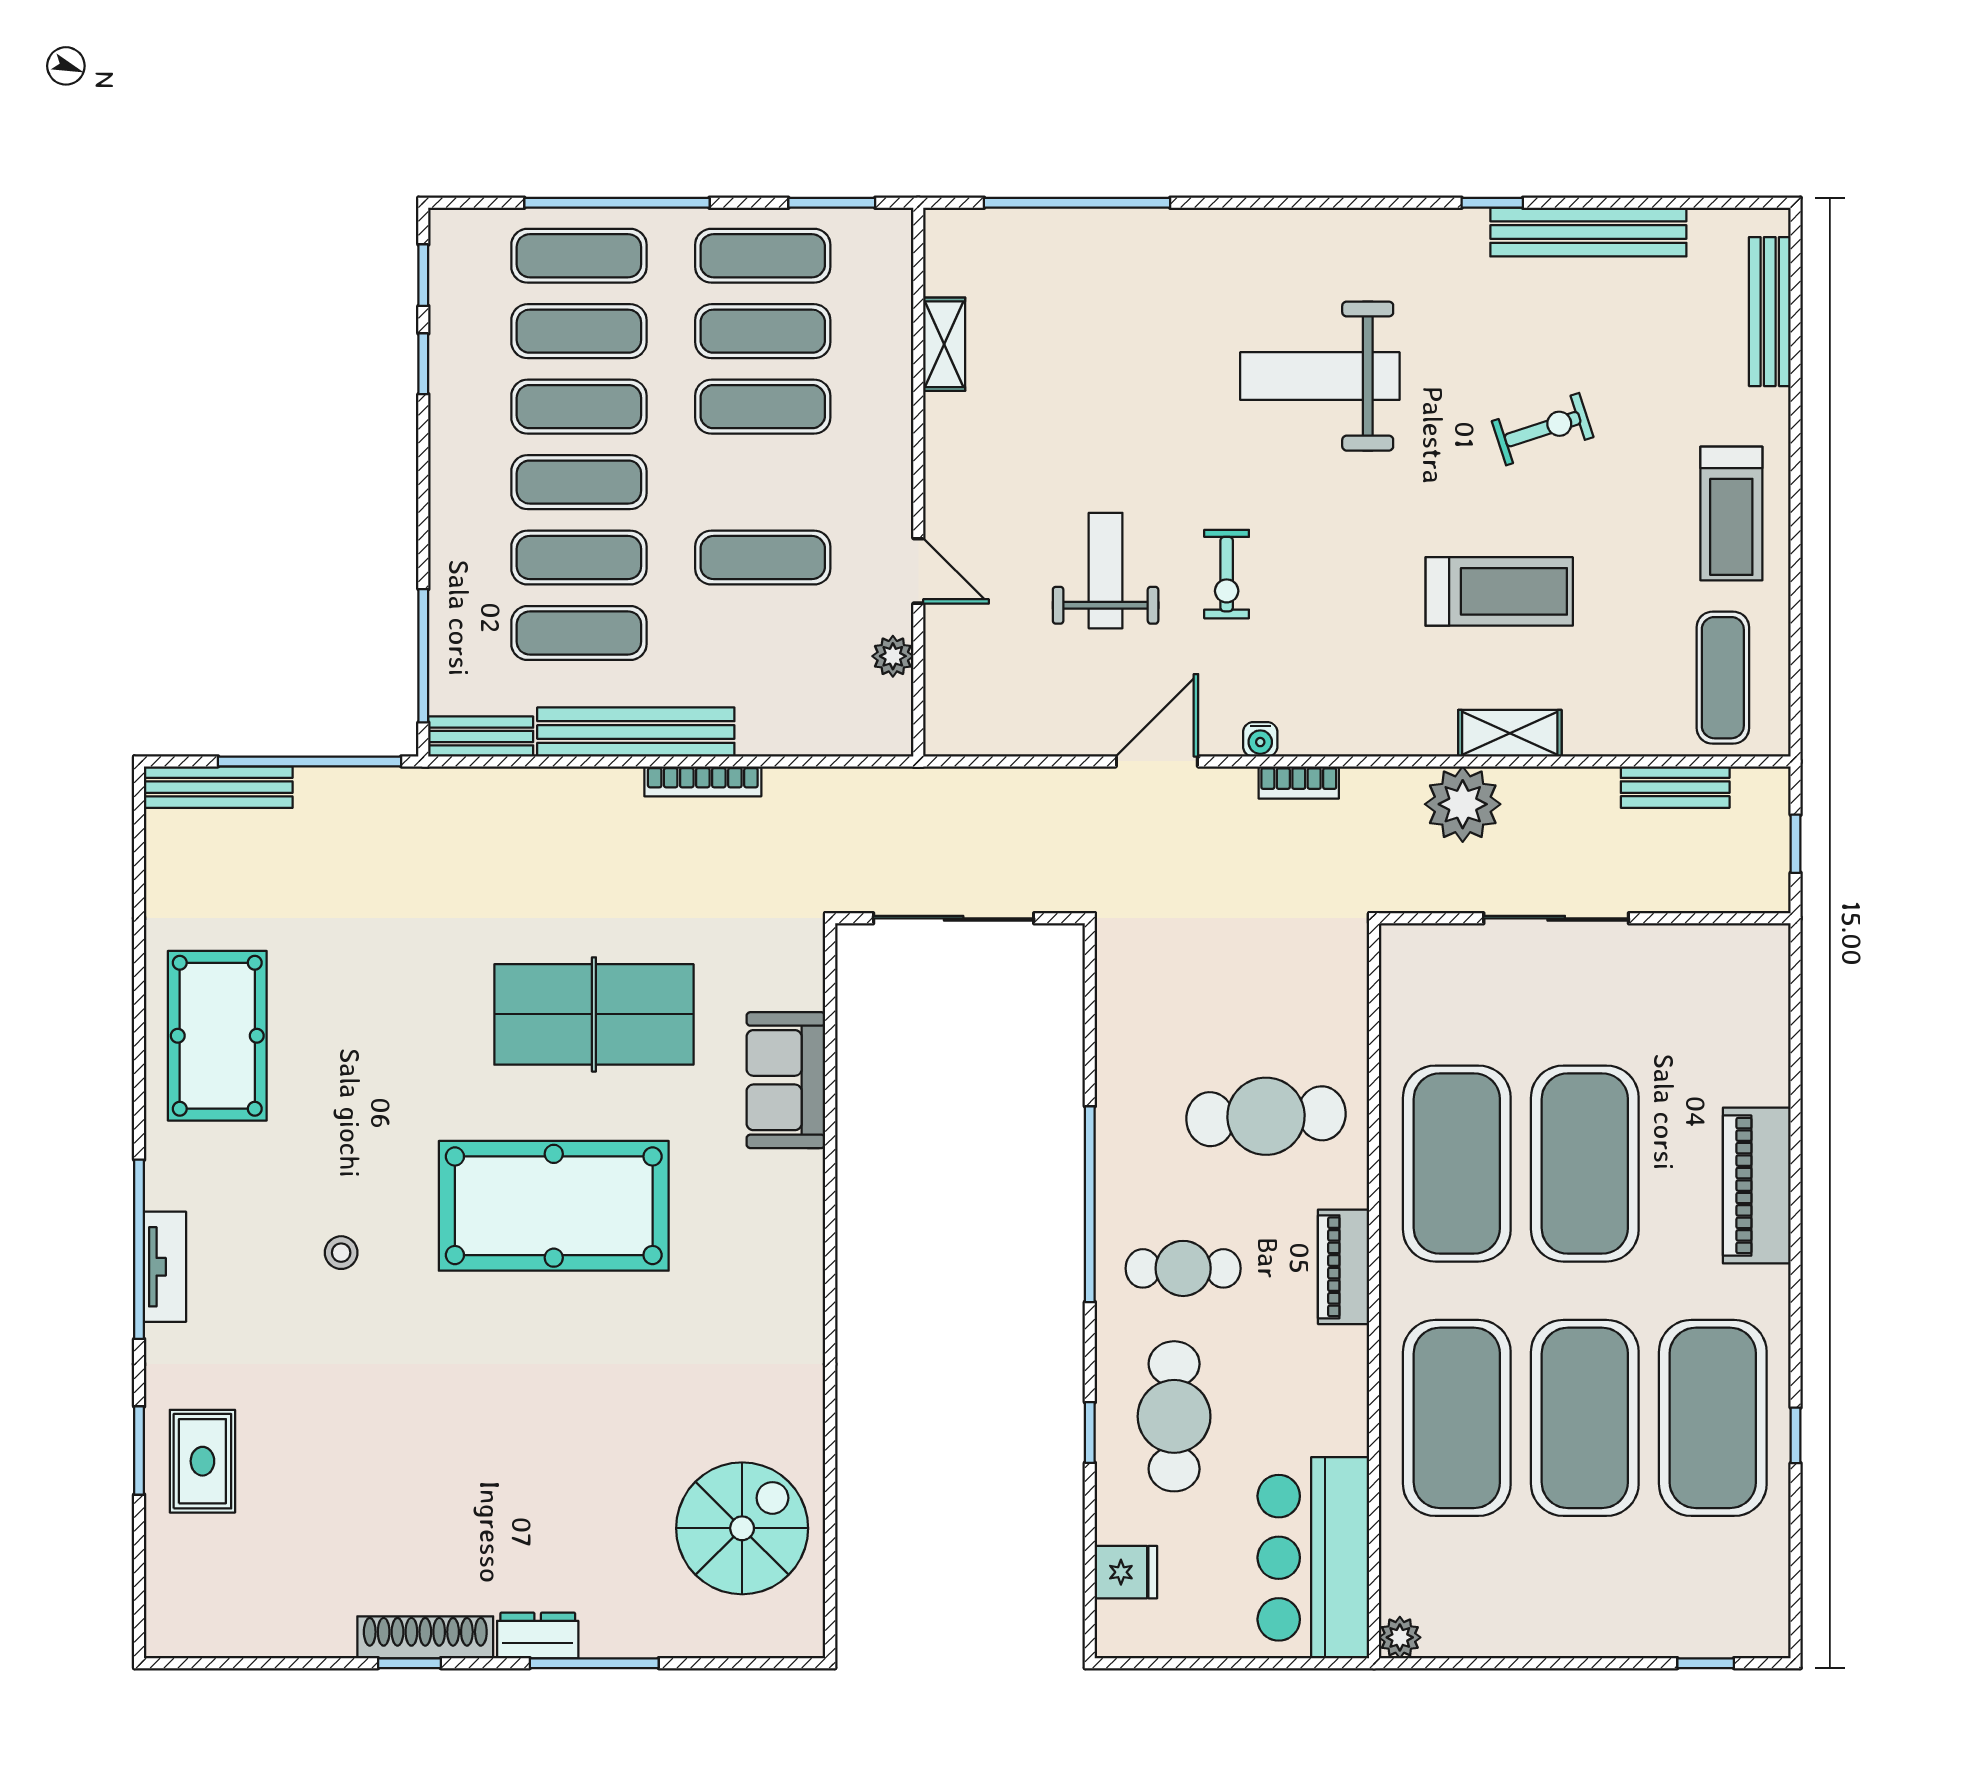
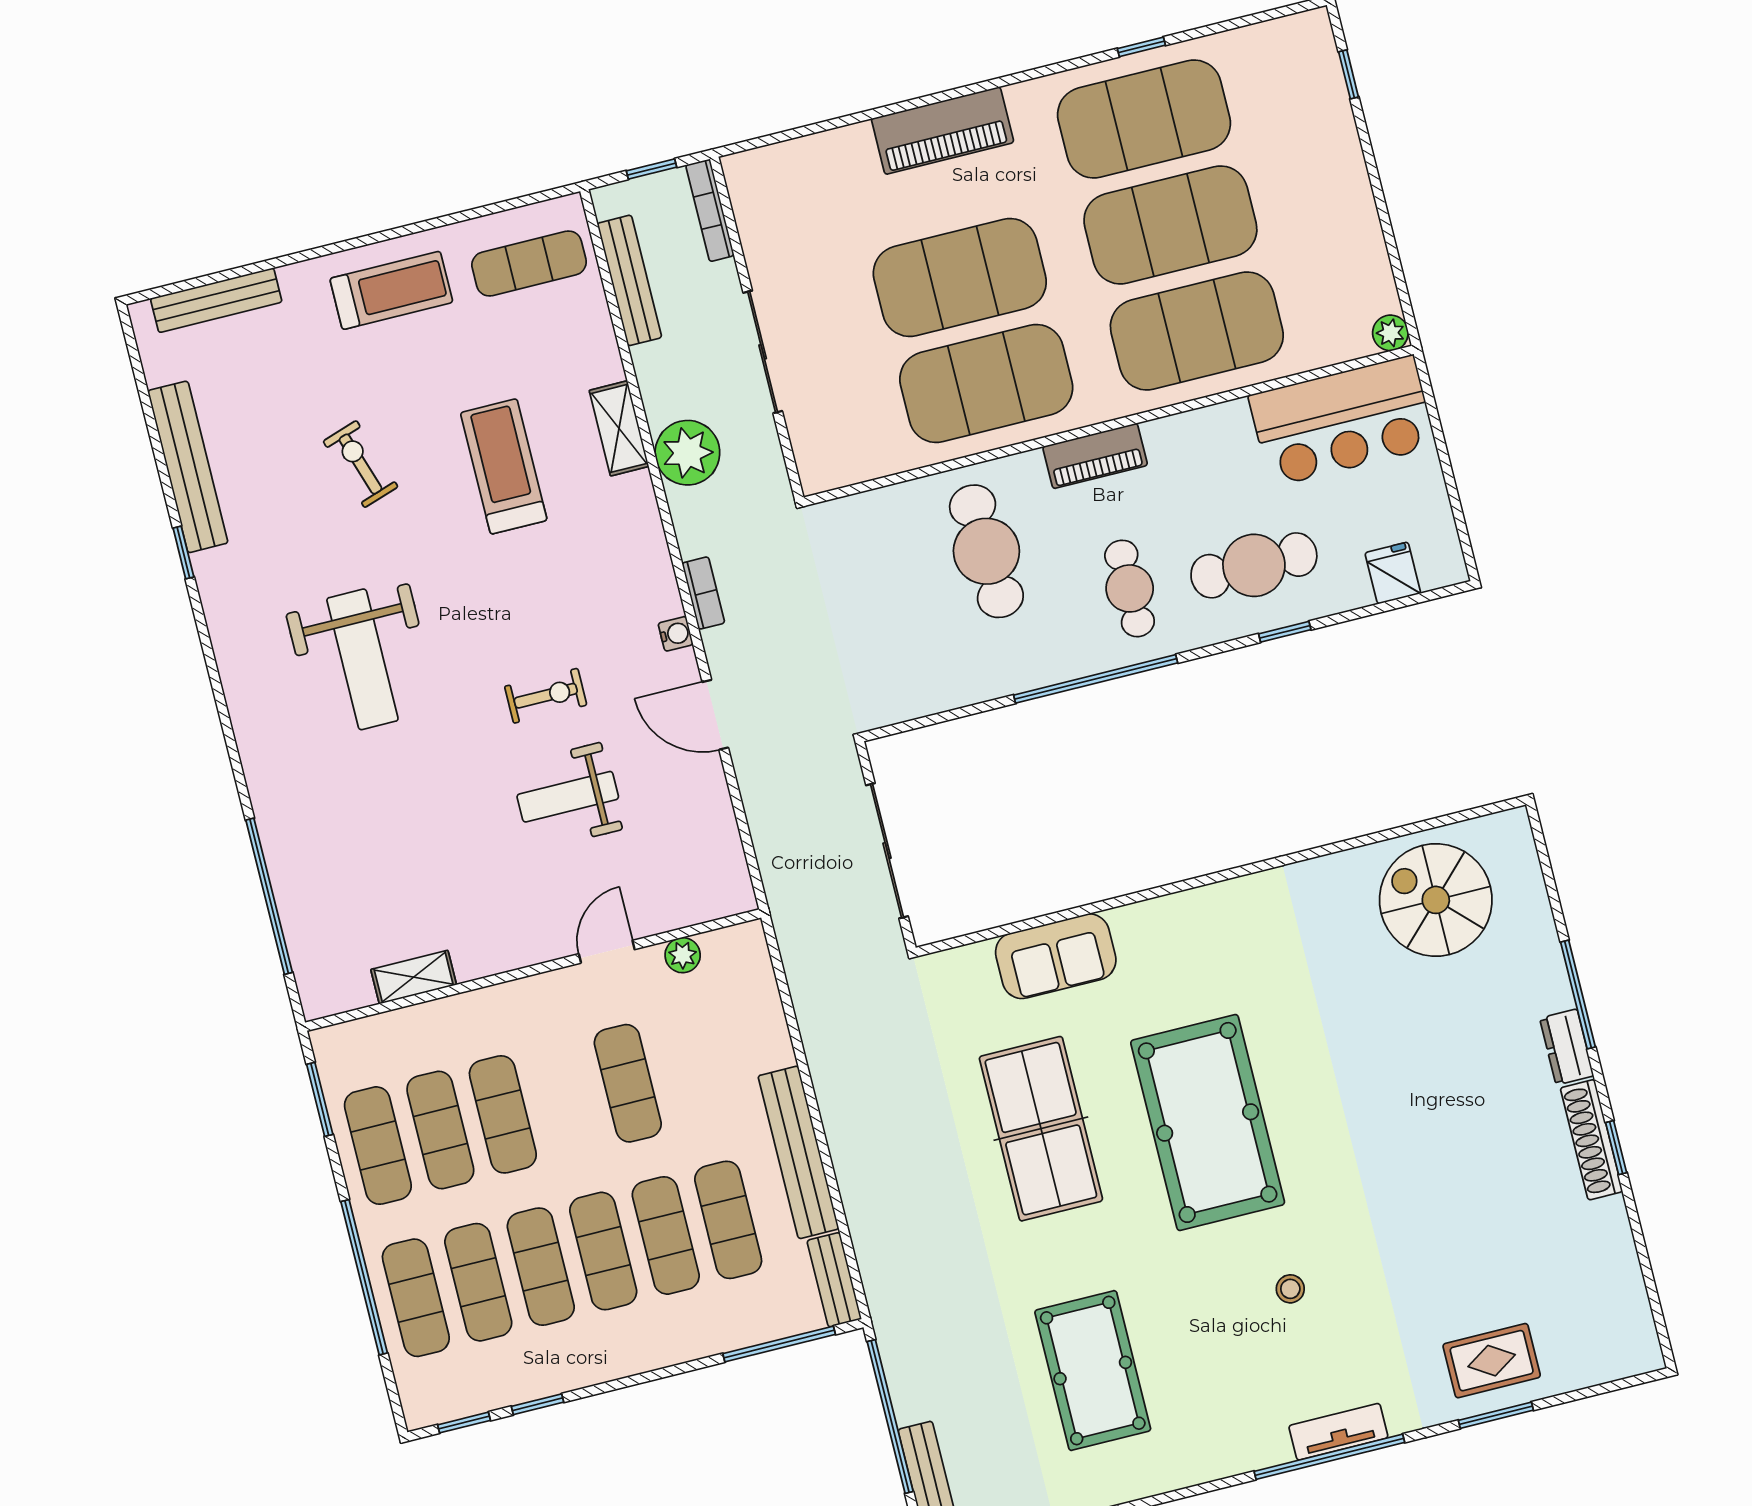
bookcase: (703, 781) -> (710, 210), moved, turned 180
bench: (1675, 787) -> (629, 280), width x1.36
pool table: (217, 1036) -> (1093, 1371), moved, turned 90

